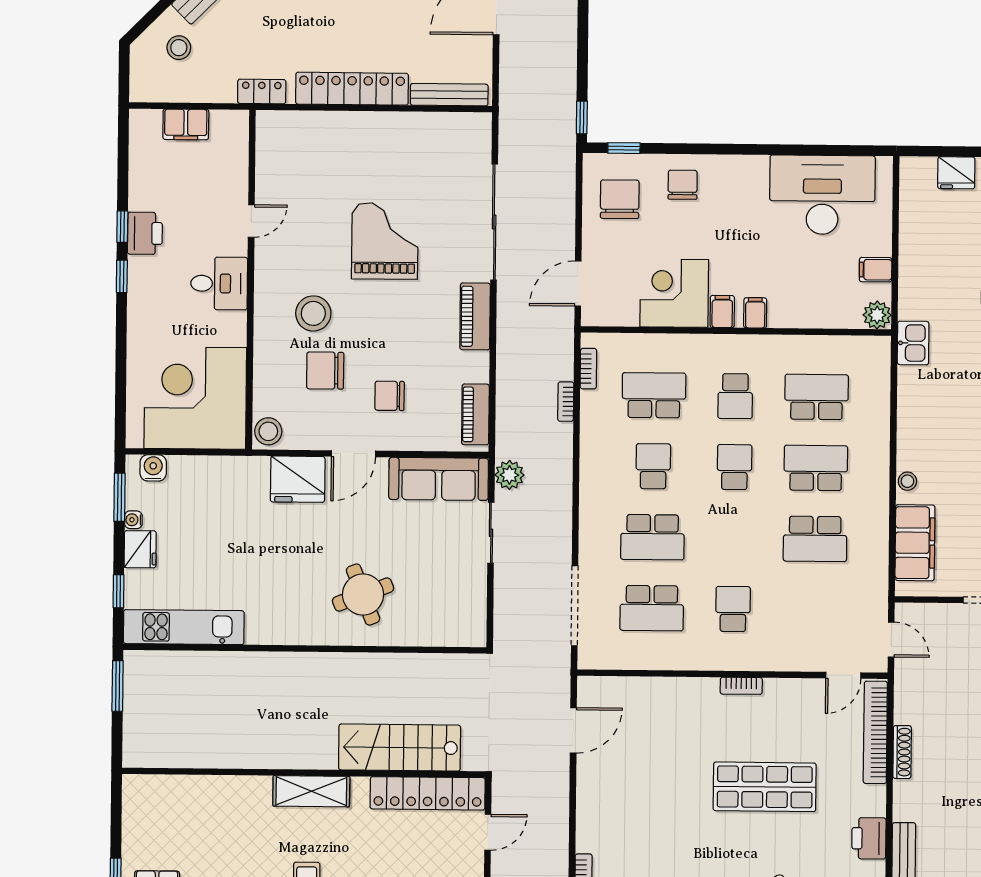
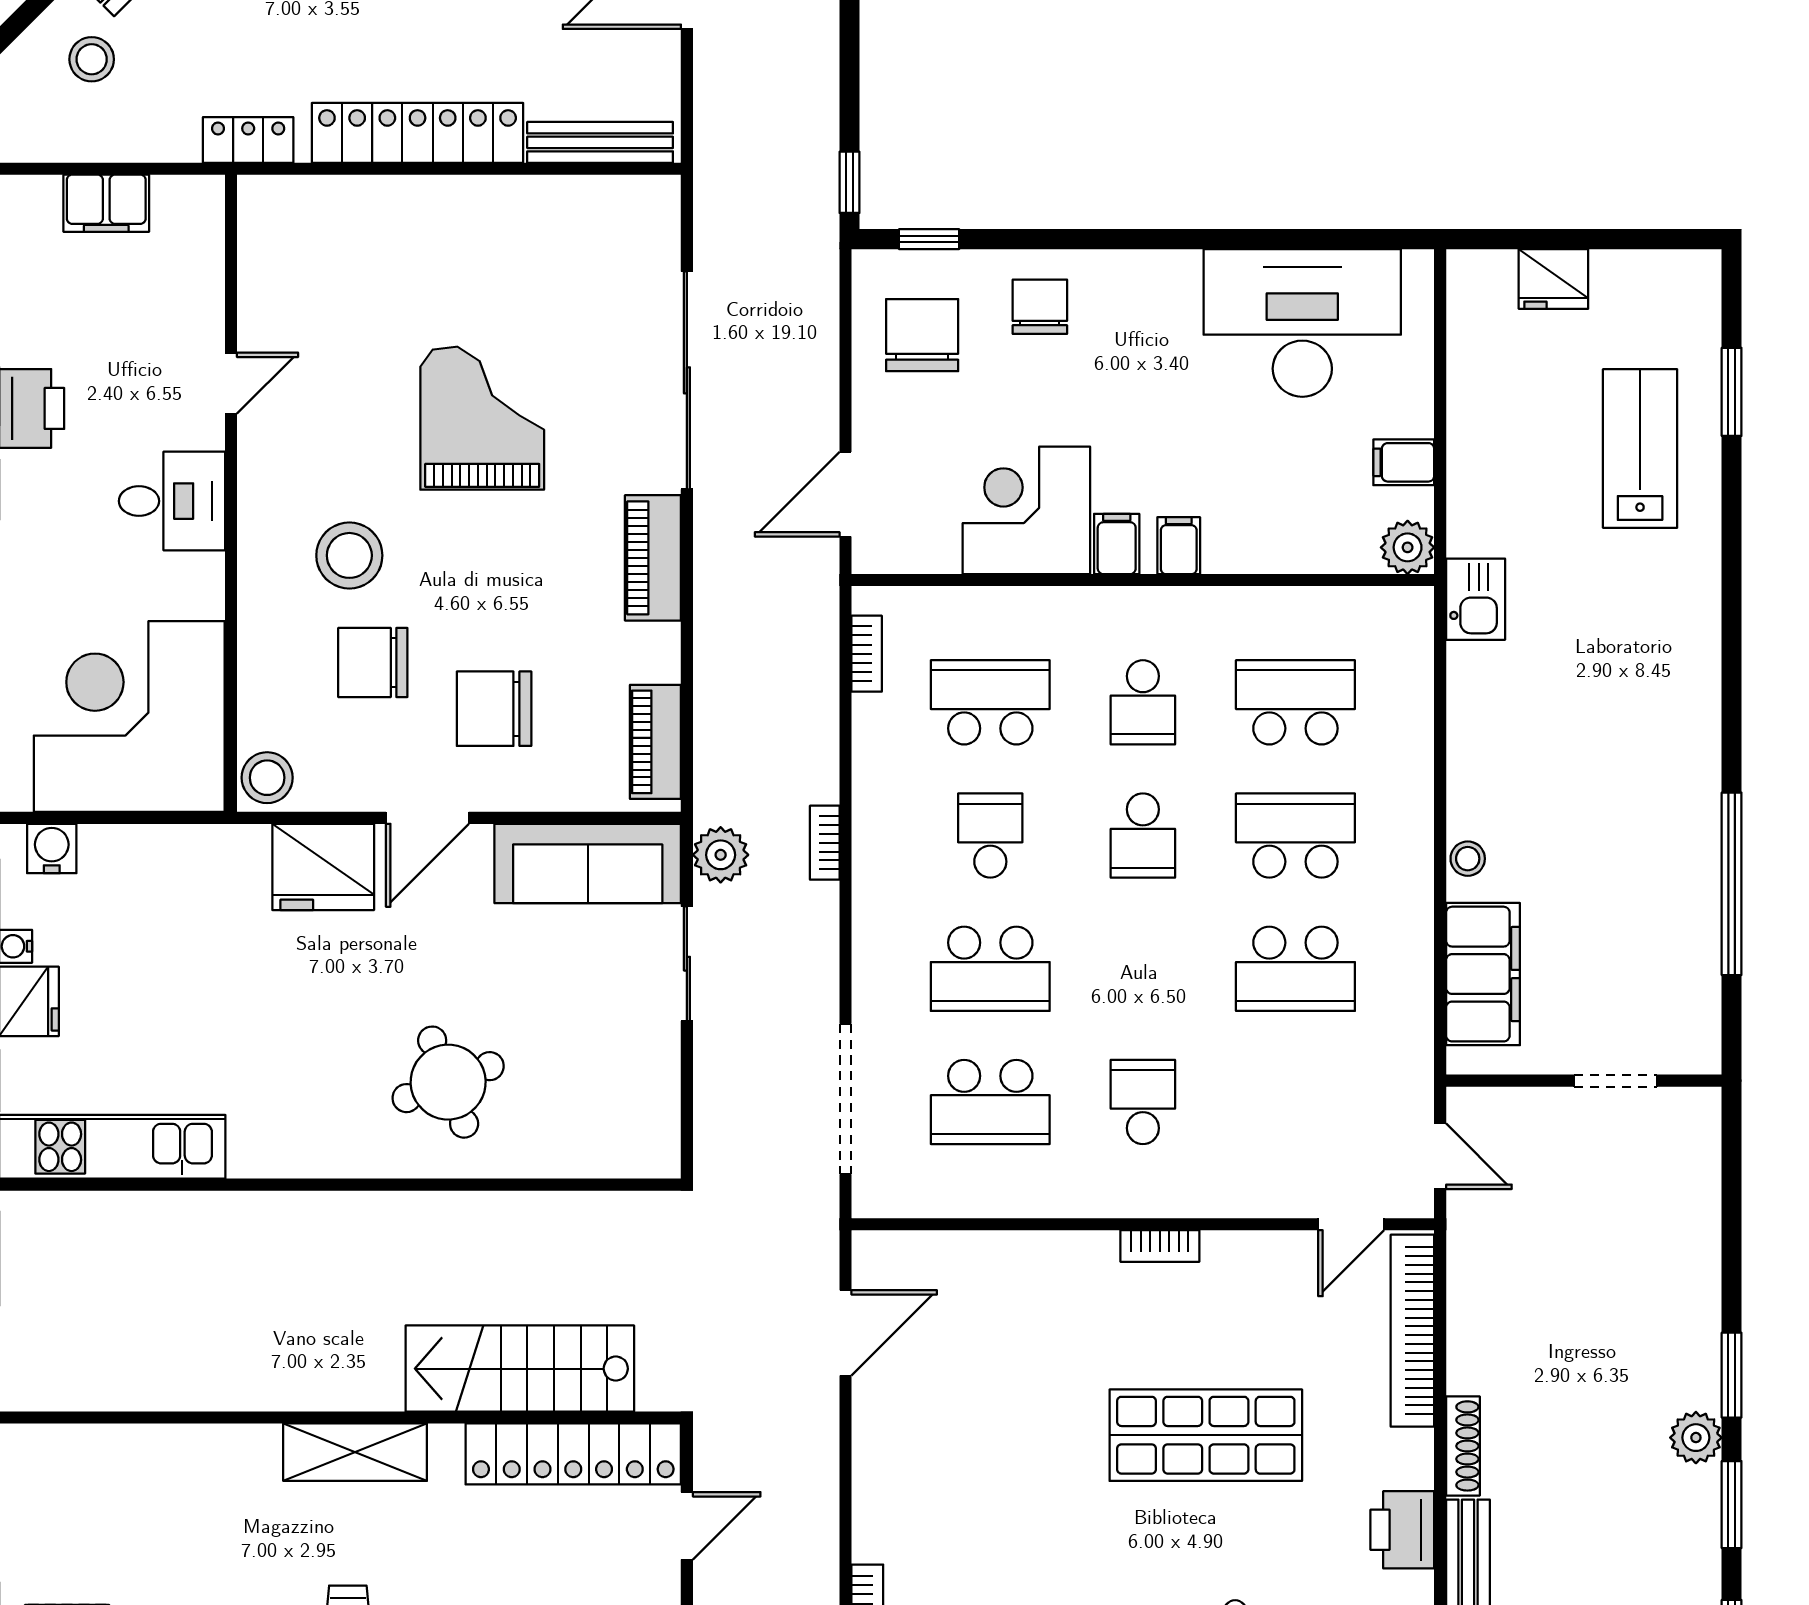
chair: (390, 396) -> (494, 709), width x1.37, depth x1.37
bookcase: (566, 402) -> (825, 843), moved
school desk: (735, 467) -> (1143, 836), turned 180
shoe rack: (902, 752) -> (1463, 1446), moved

